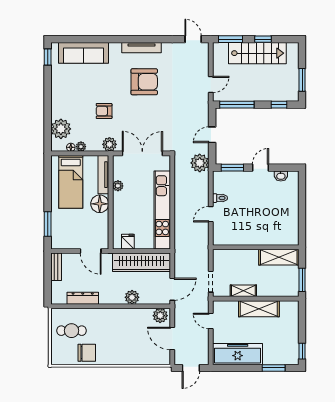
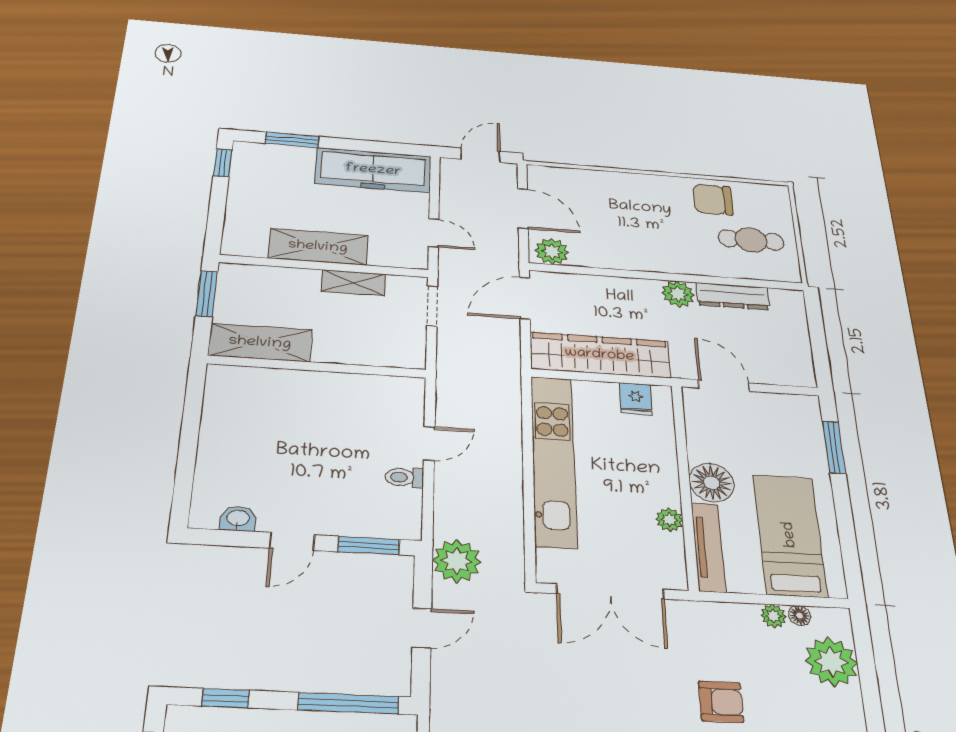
plant: (109, 144) -> (699, 618), removed
bench: (56, 267) -> (802, 360), removed
plant: (132, 297) -> (678, 294), moved

